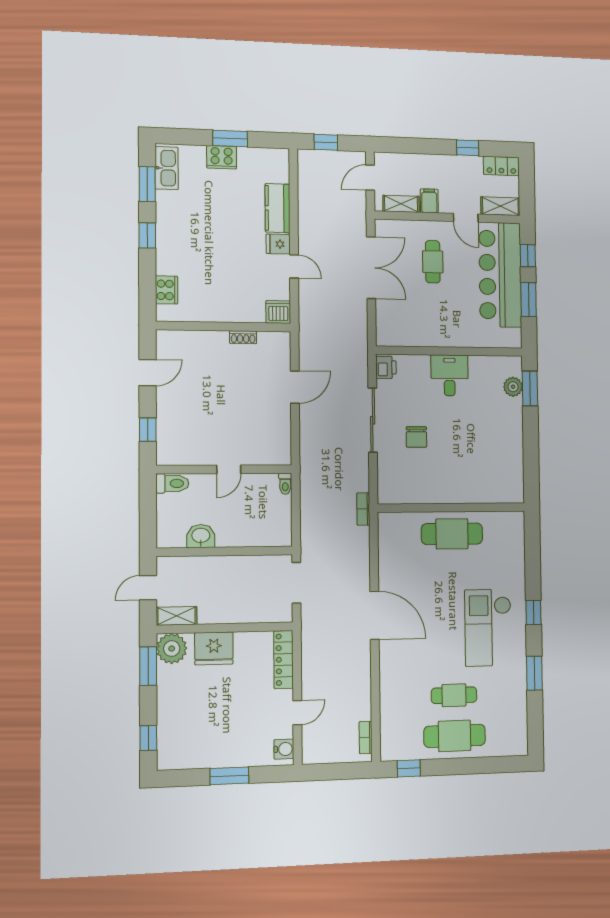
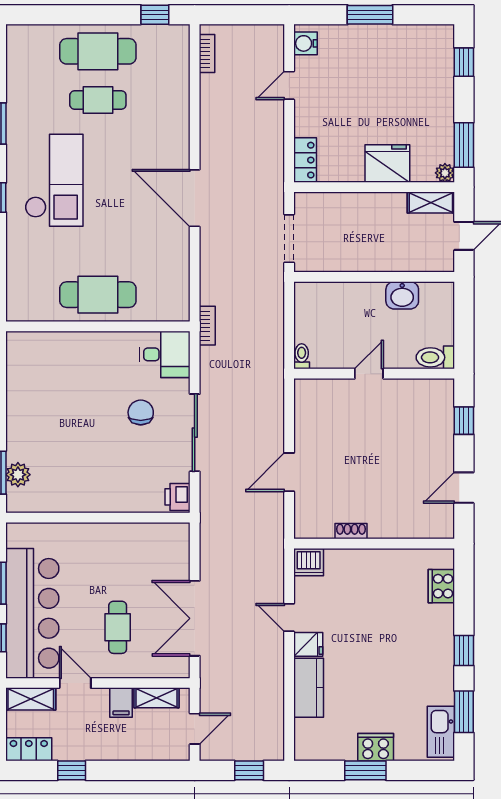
desk: (450, 375) -> (165, 354), moved, turned -90
plant: (172, 649) -> (445, 173), width x0.53, depth x0.53
locker: (283, 660) -> (305, 160), width x0.66

